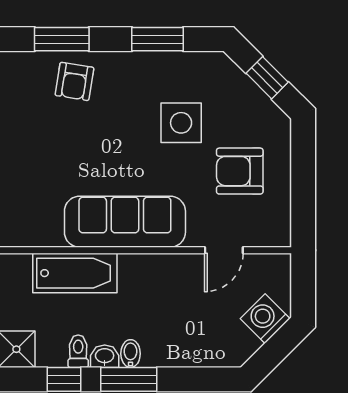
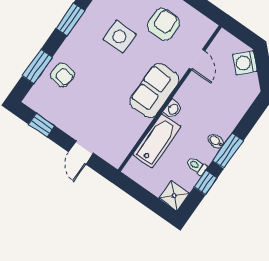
armchair: (240, 171) -> (164, 24), turned 180
sofa: (125, 222) -> (154, 90), width x0.73
washbasin: (105, 356) -> (173, 109), moved, turned 180

